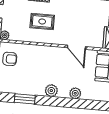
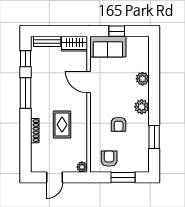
door: (76, 47) -> (89, 82), swing flipped
armchair: (38, 70) -> (119, 124), added

